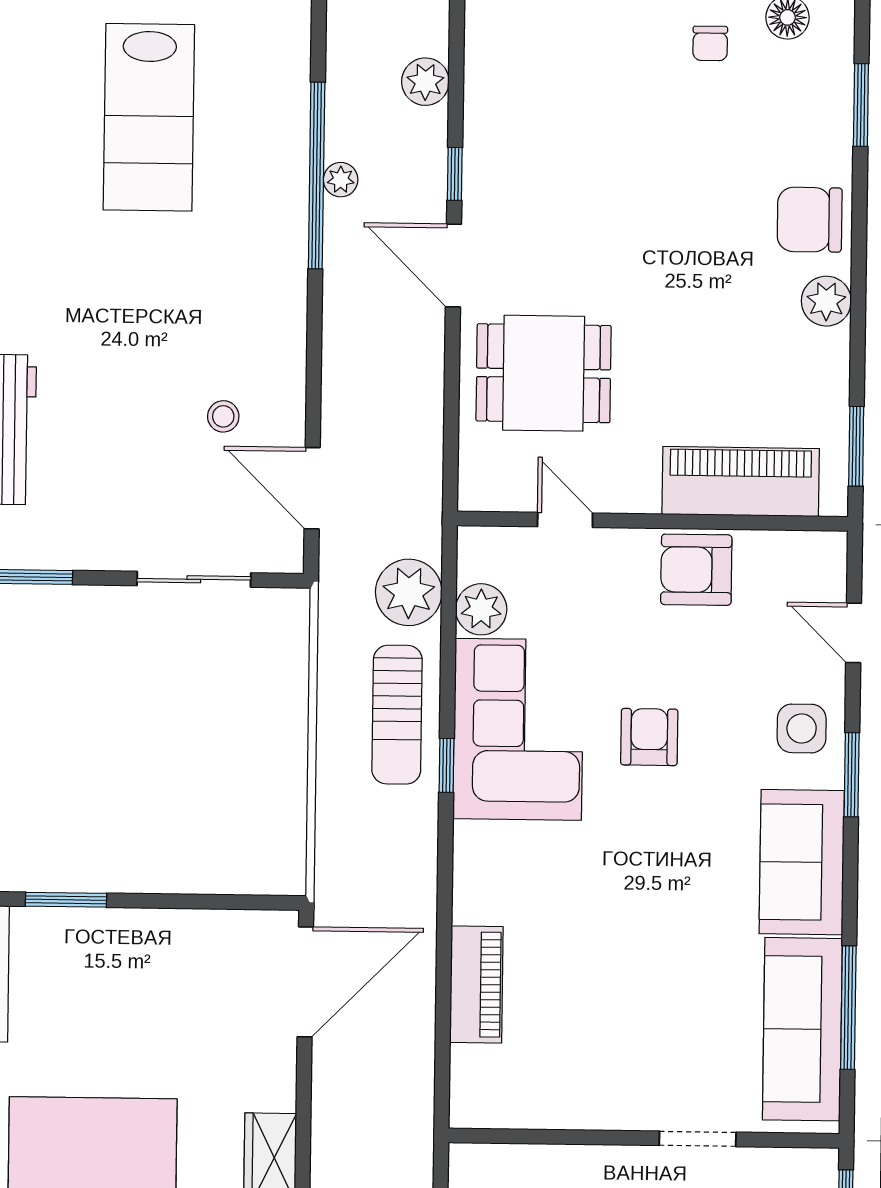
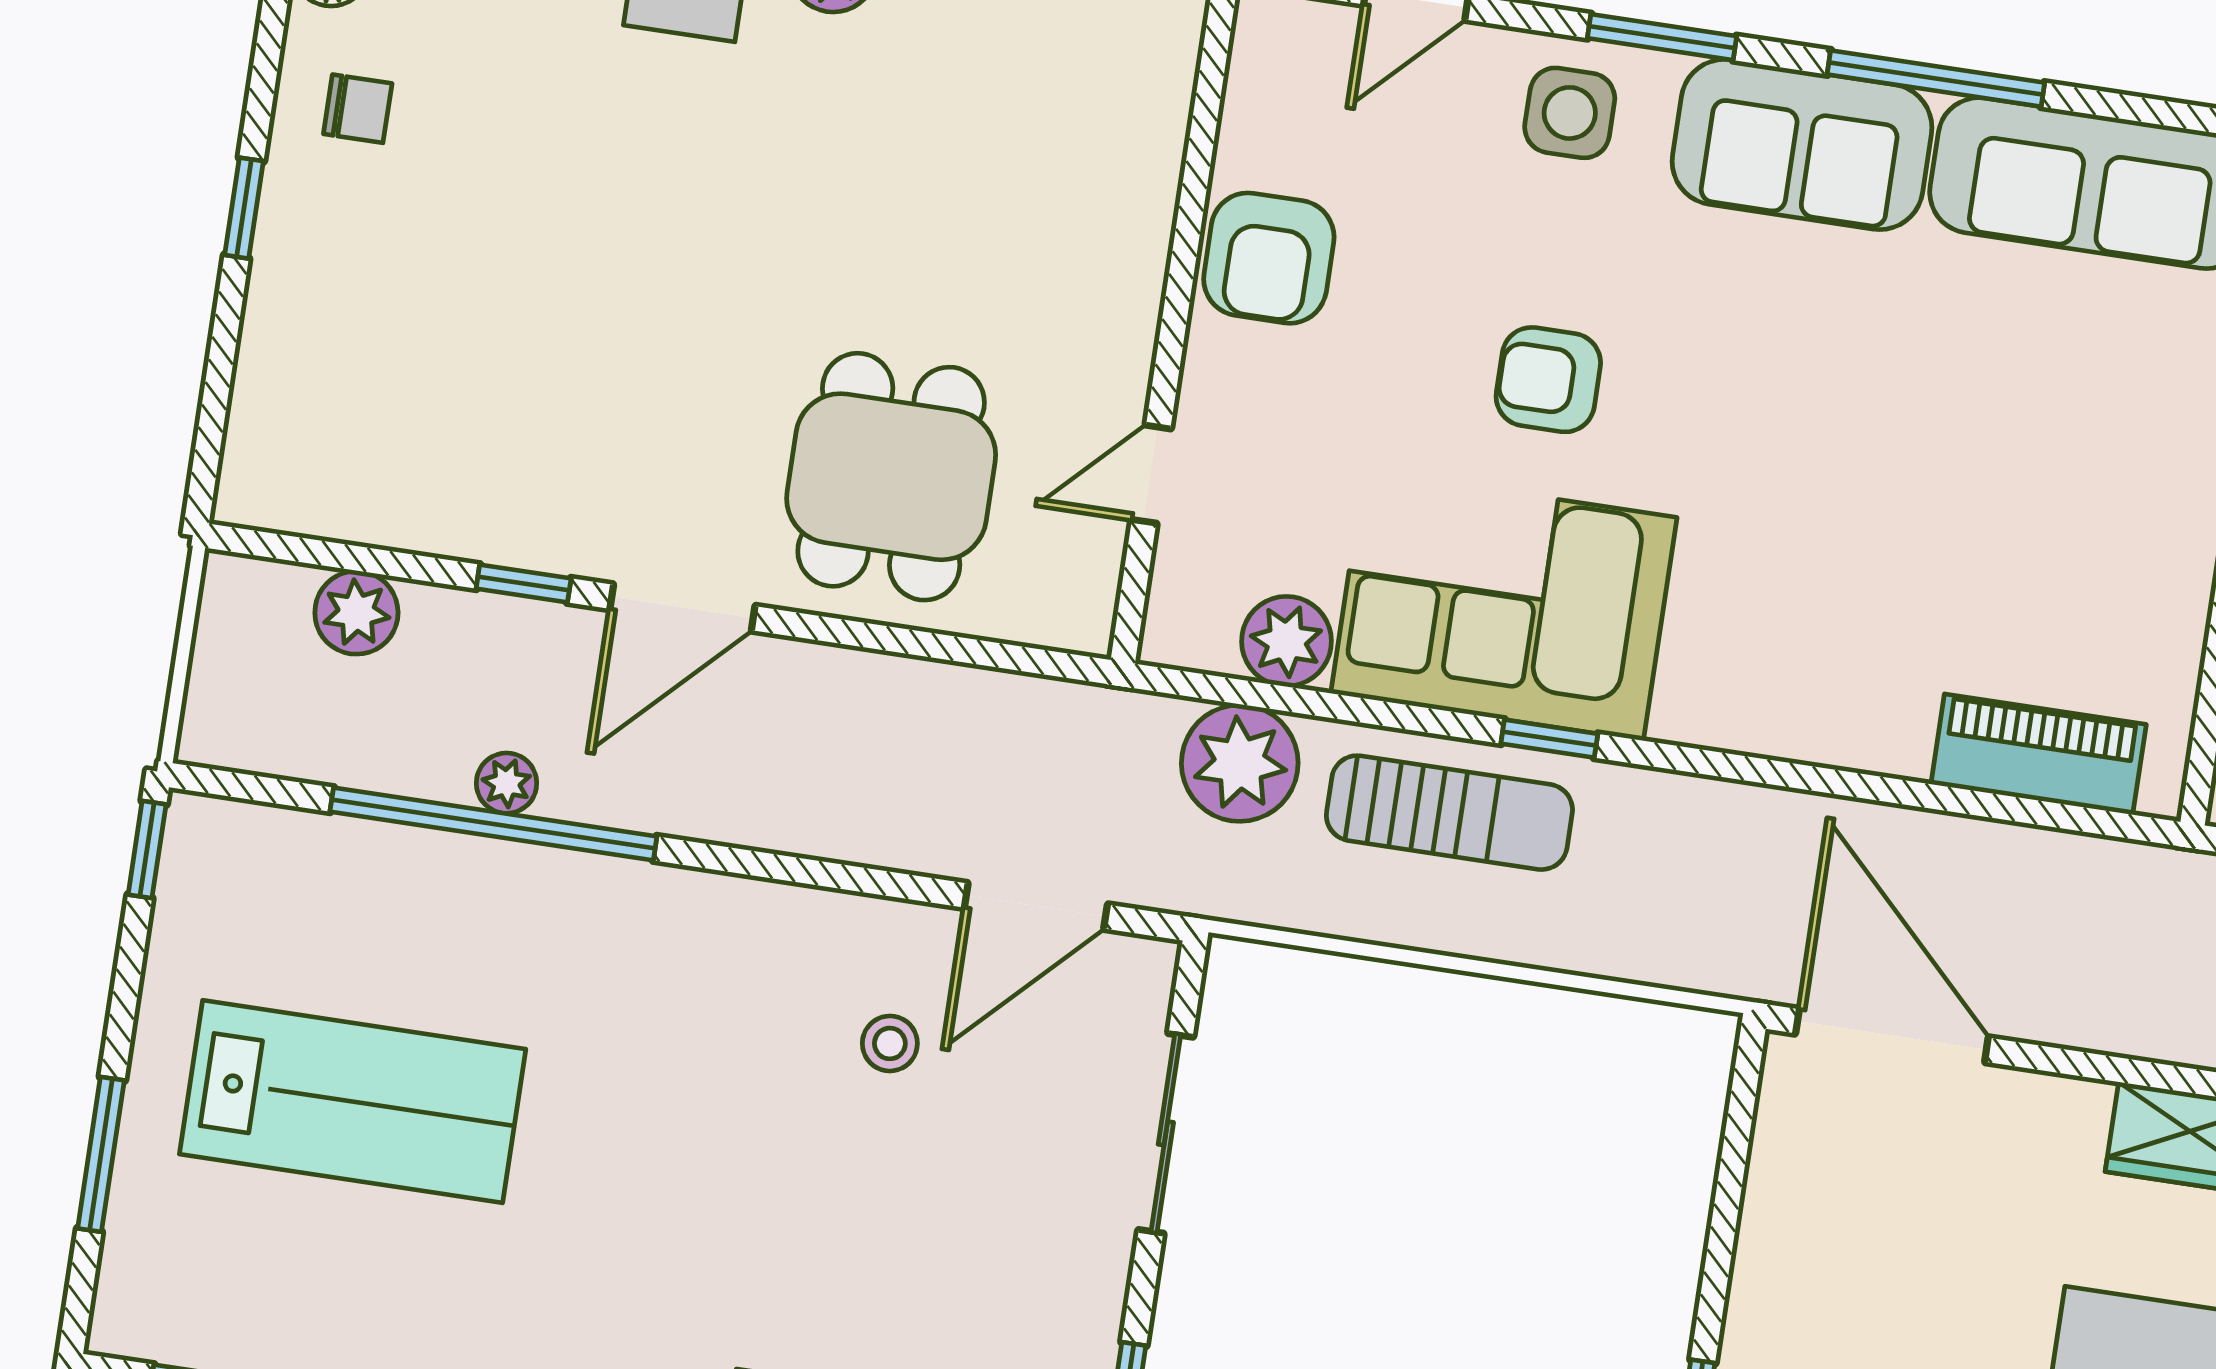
piano: (741, 481) -> (1126, 160), removed
piano: (476, 985) -> (2039, 754), moved
window: (848, 1008) -> (1936, 79), moved

